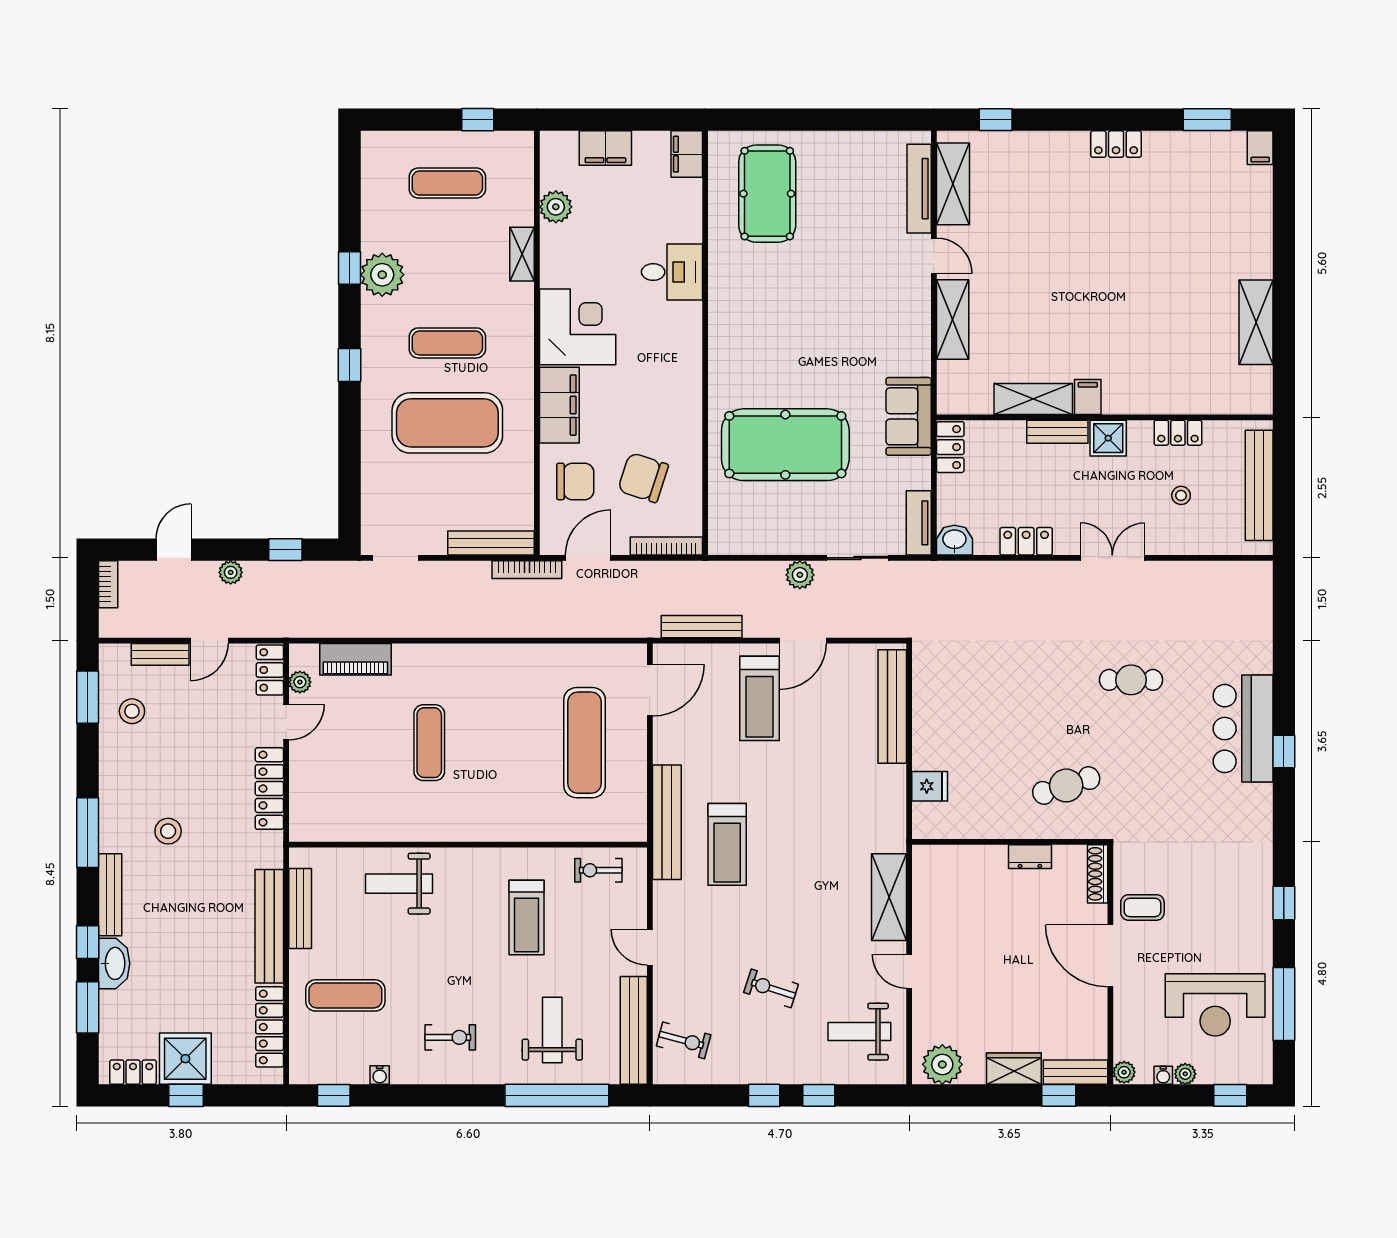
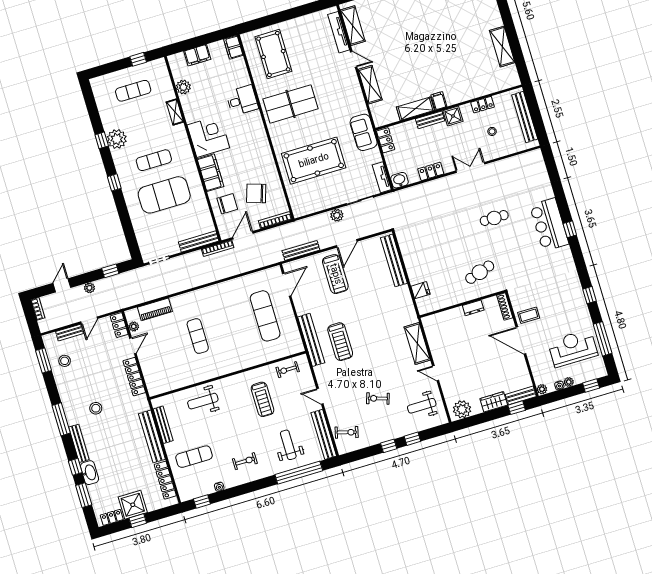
table tennis table: (772, 310) -> (290, 104), added
reception desk: (1215, 1005) -> (573, 348), turned 180

